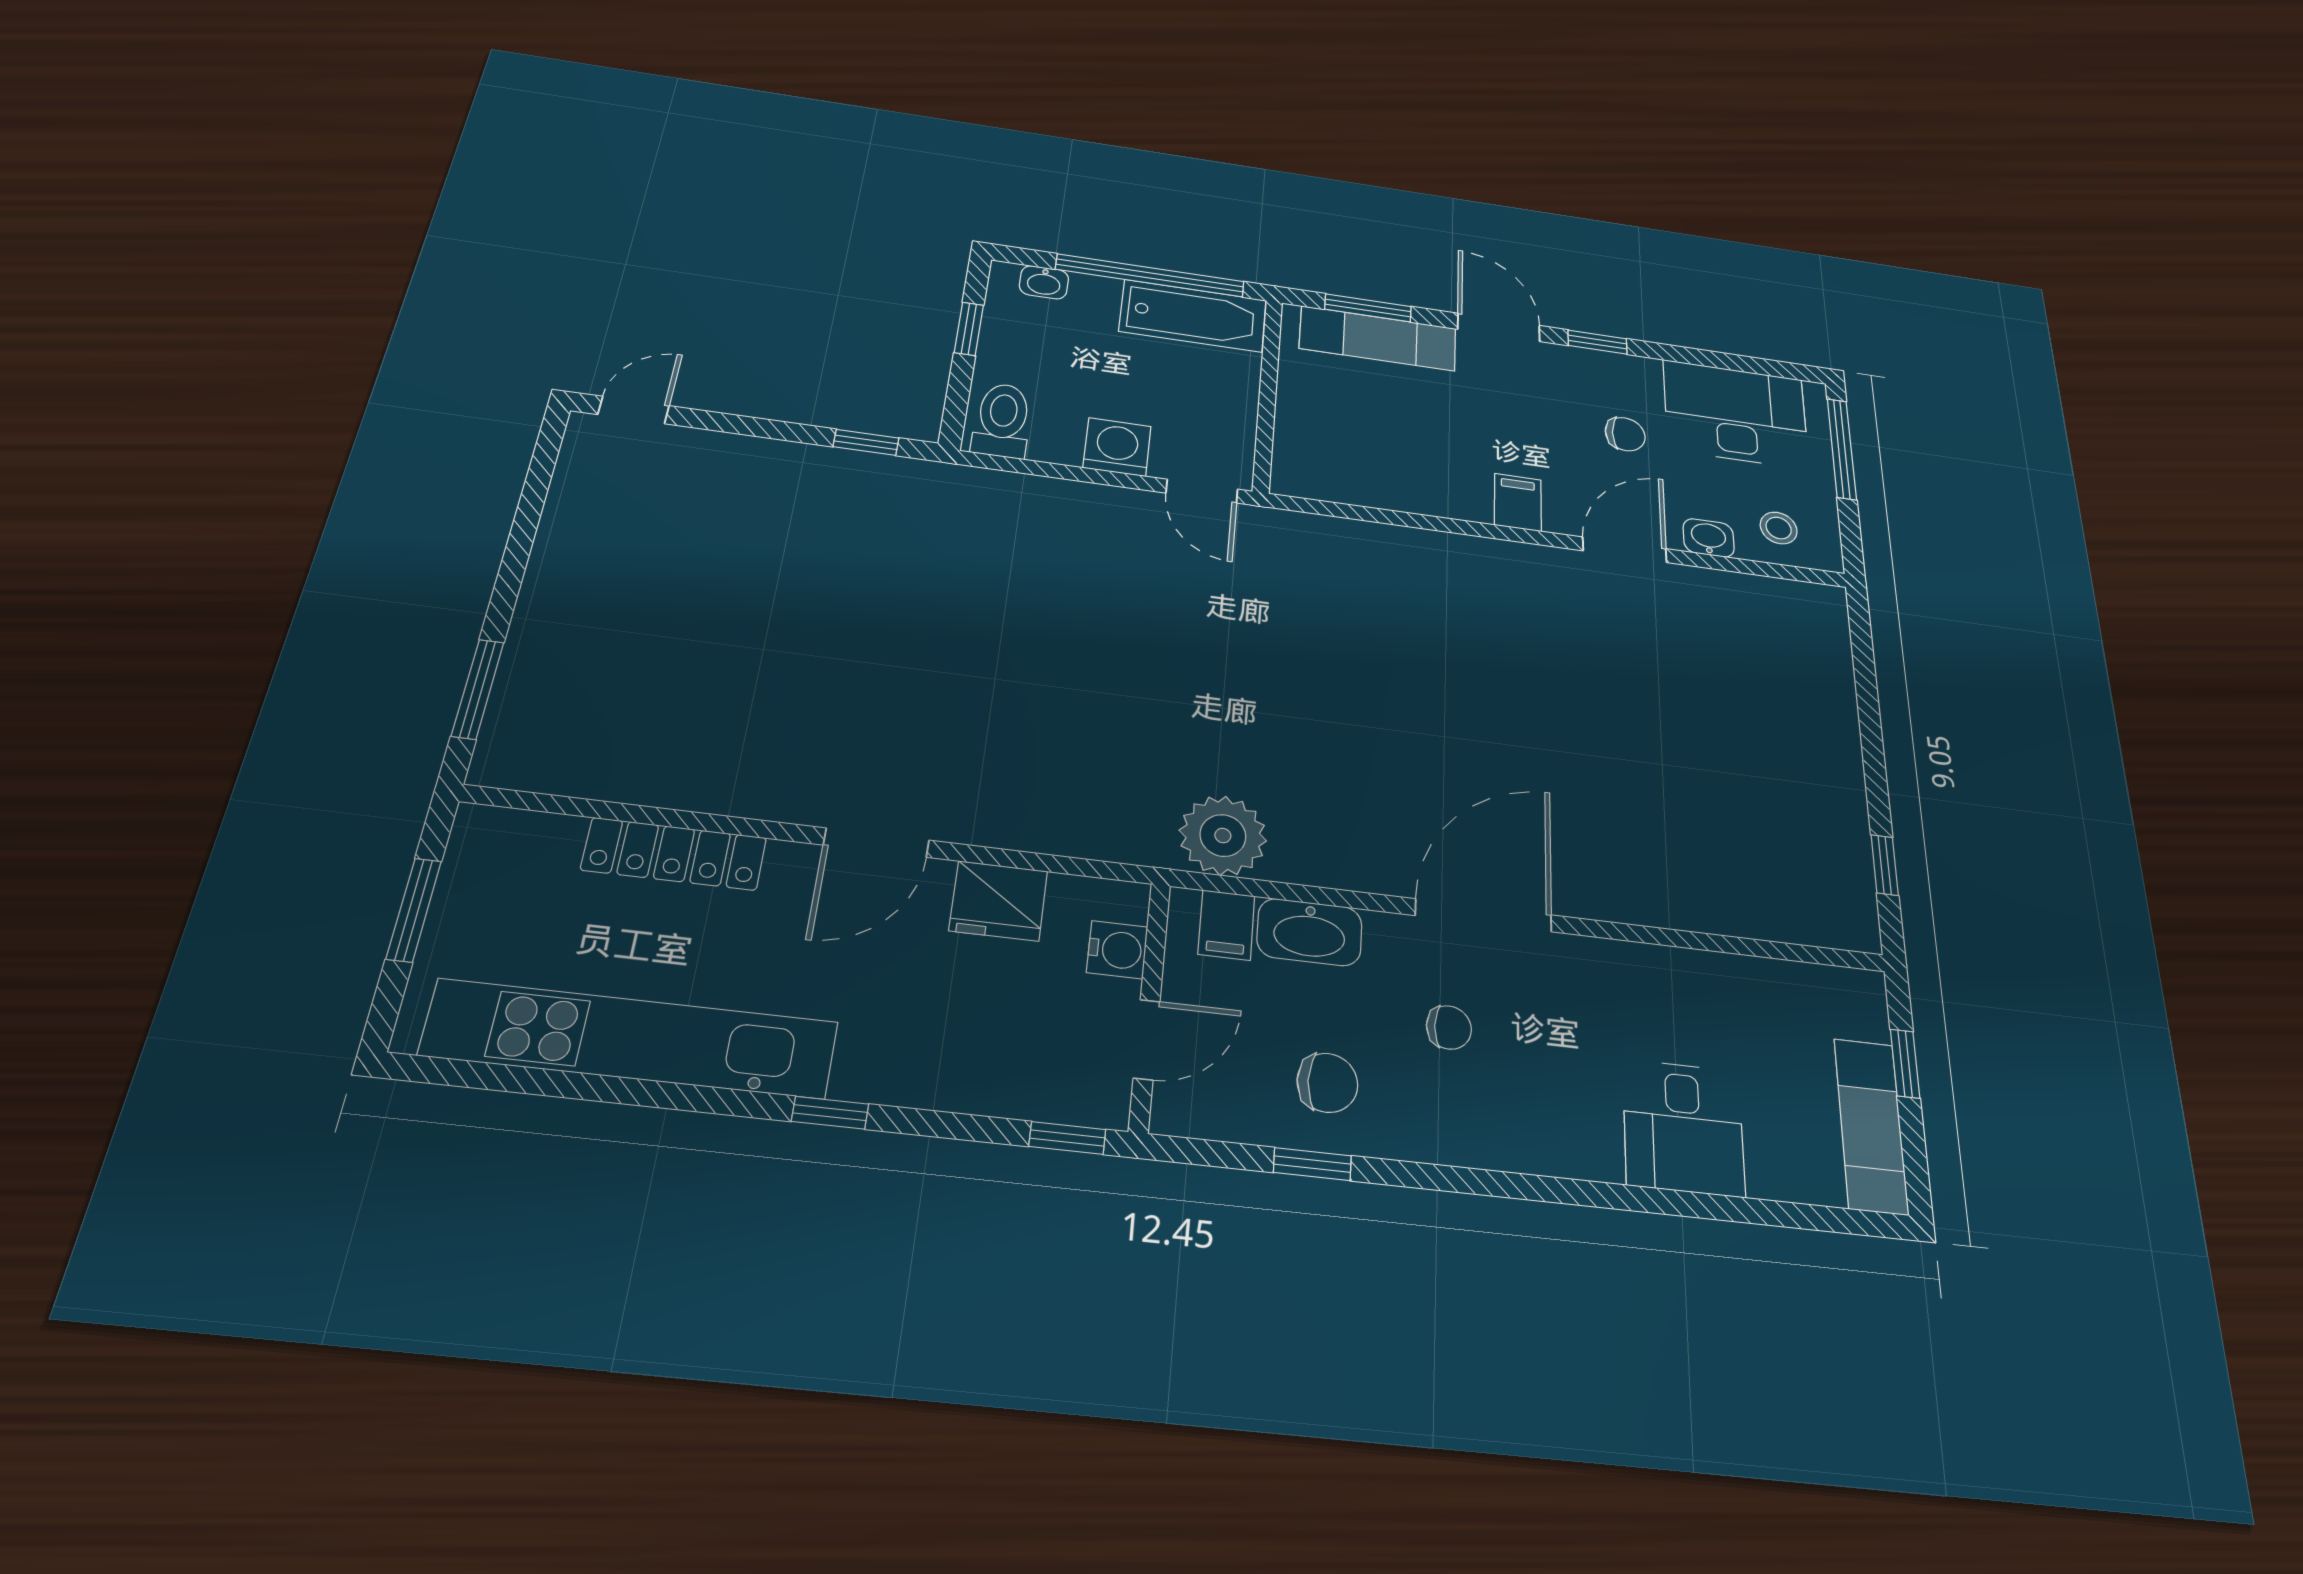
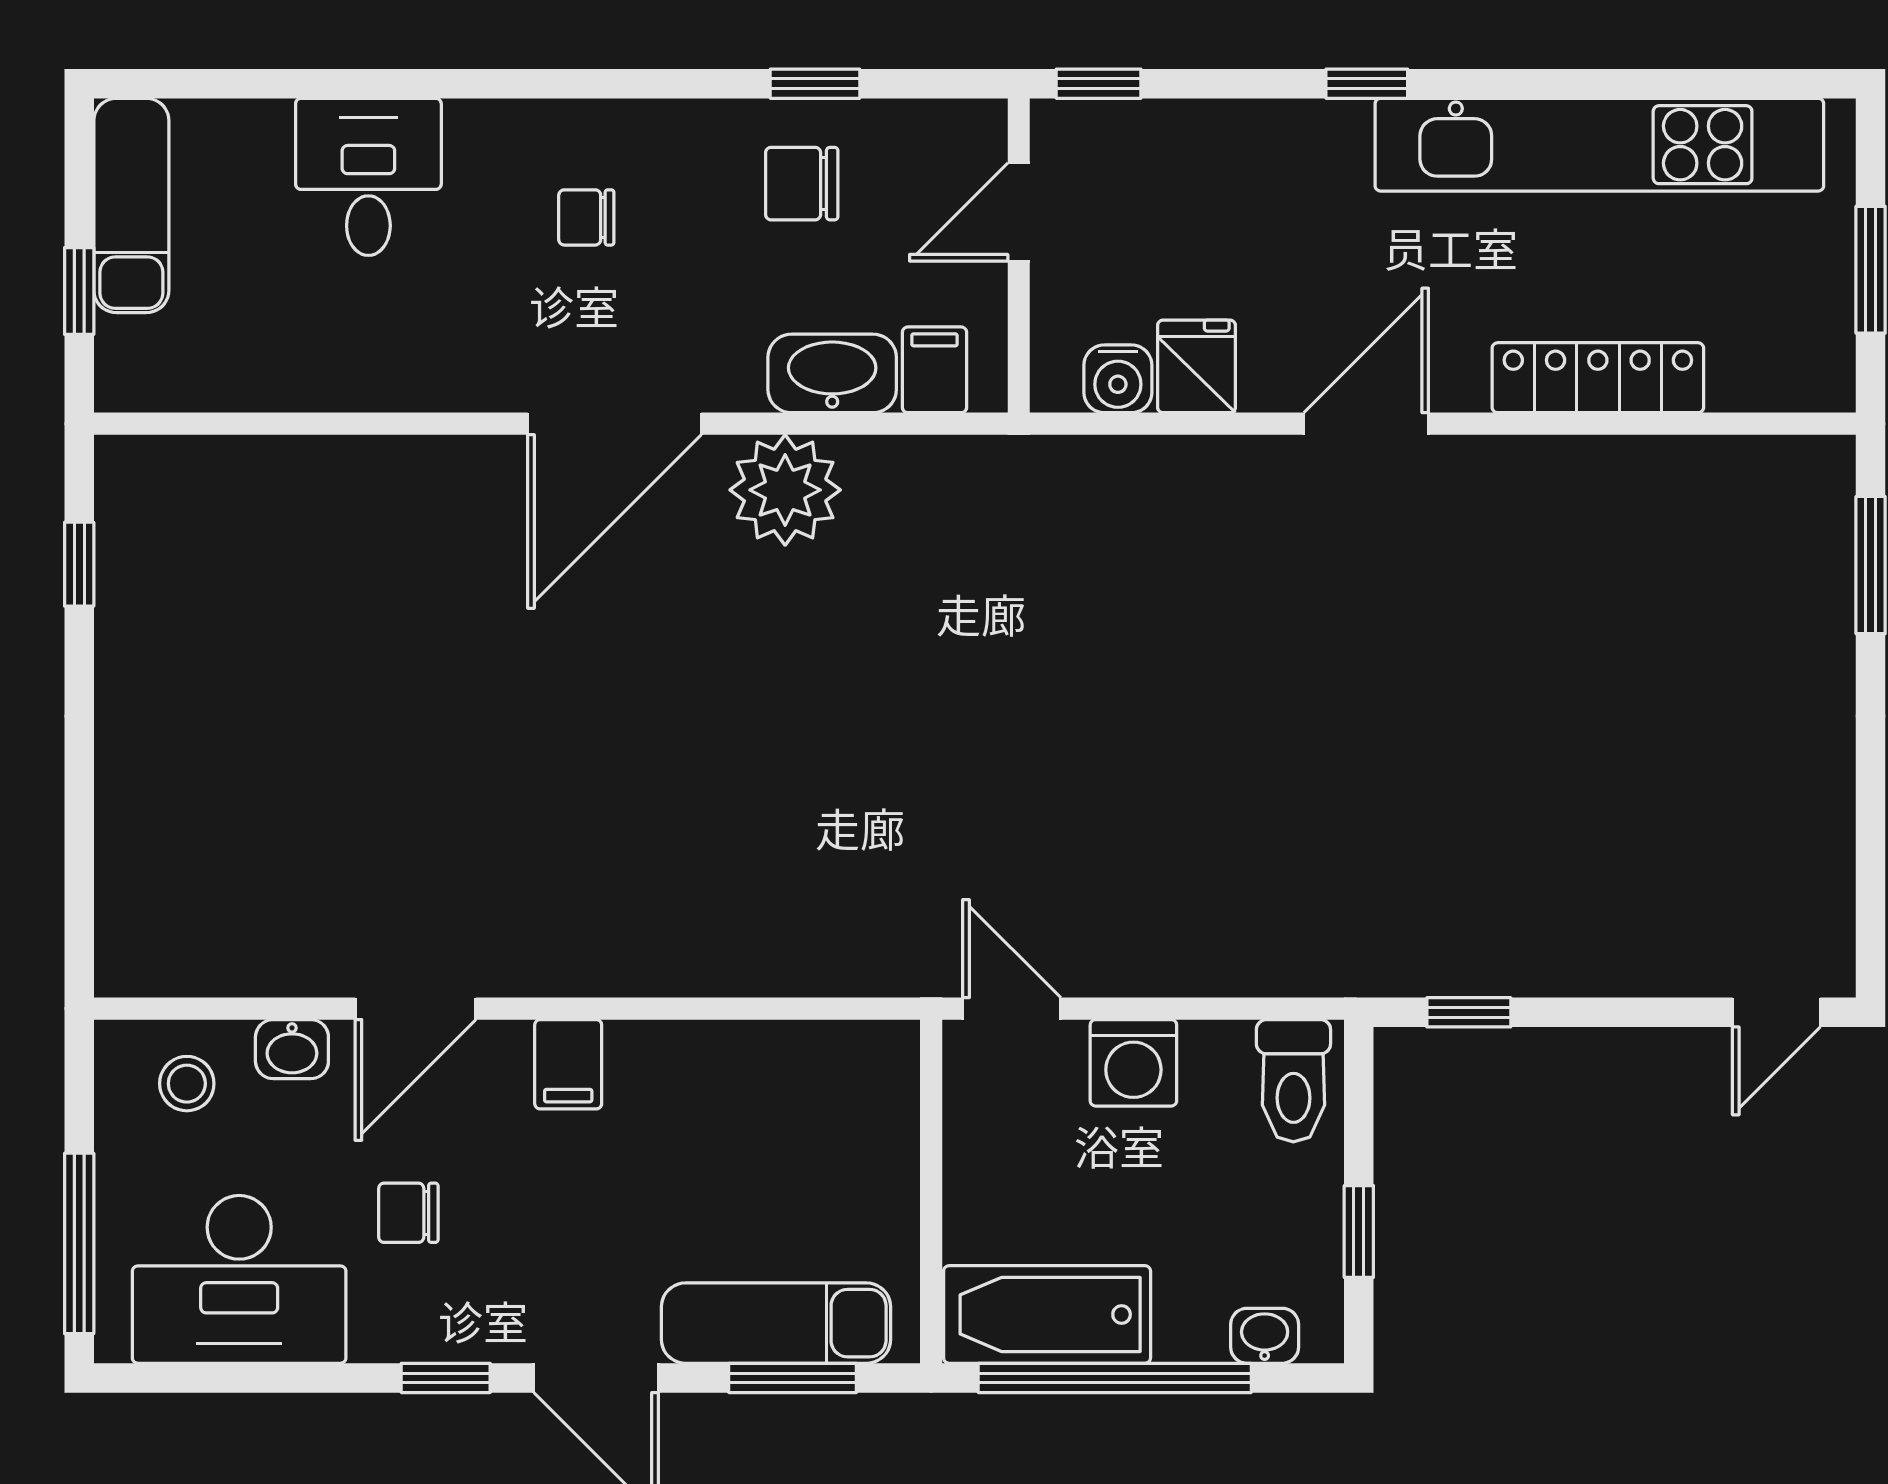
plant: (1223, 836) -> (785, 490), moved
fridge: (998, 901) -> (1197, 366), width x0.72
water cooler: (1117, 950) -> (1118, 379), moved, turned -90
chair: (1449, 1027) -> (586, 217), moved

